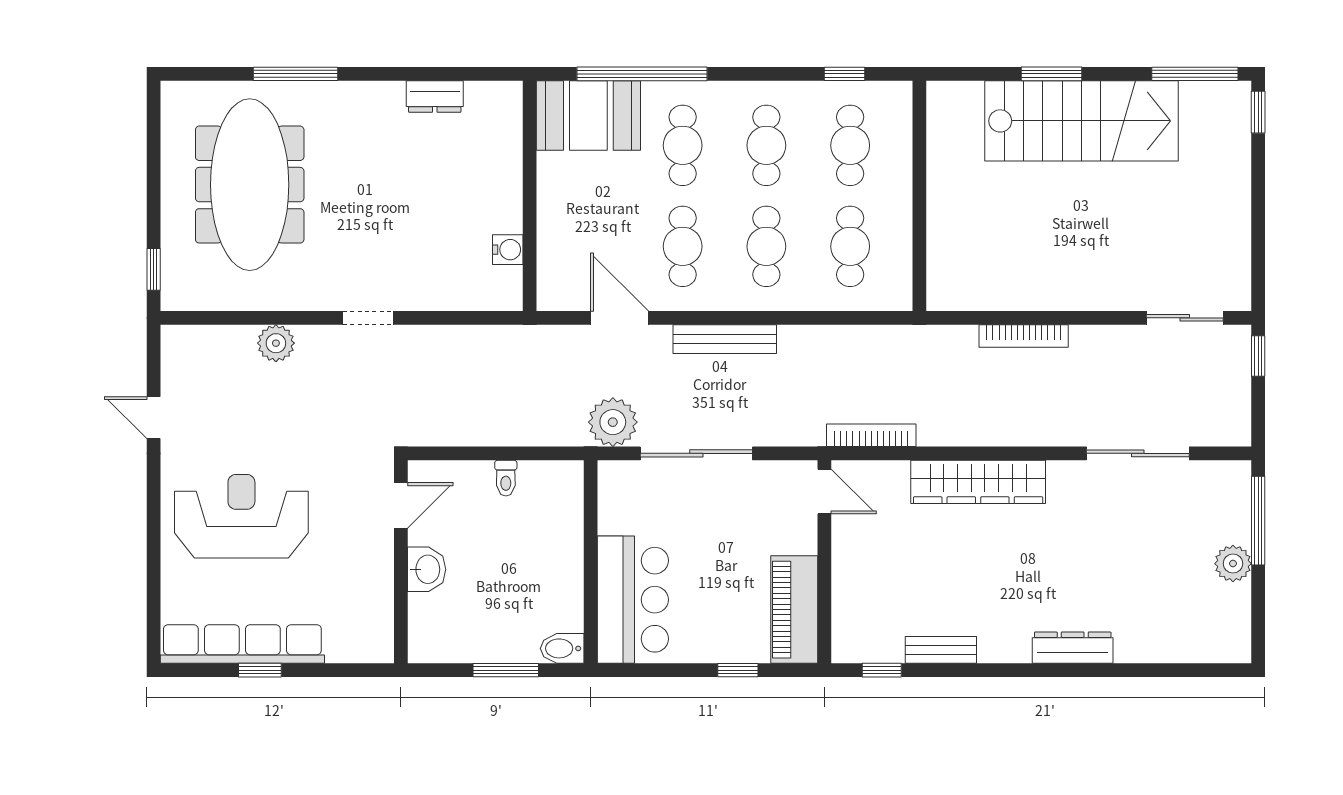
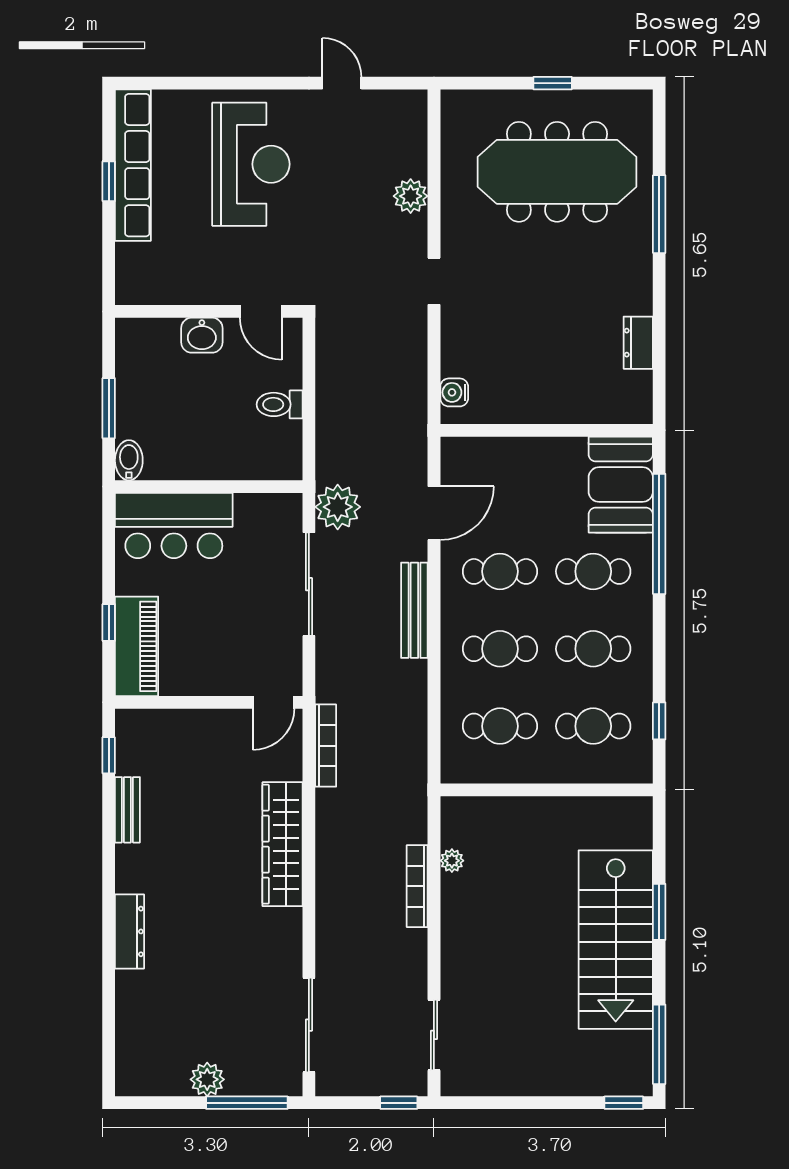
water cooler: (508, 250) -> (454, 392), moved, turned 90
window: (154, 269) -> (553, 83), moved
plant: (996, 298) -> (452, 861), added
door: (154, 418) -> (342, 83), hinge flipped
sliding door: (1138, 453) -> (309, 1025), moved
toilet: (506, 478) -> (280, 404), width x1.37, depth x1.39
piano: (794, 610) -> (137, 646), moved, turned 90

